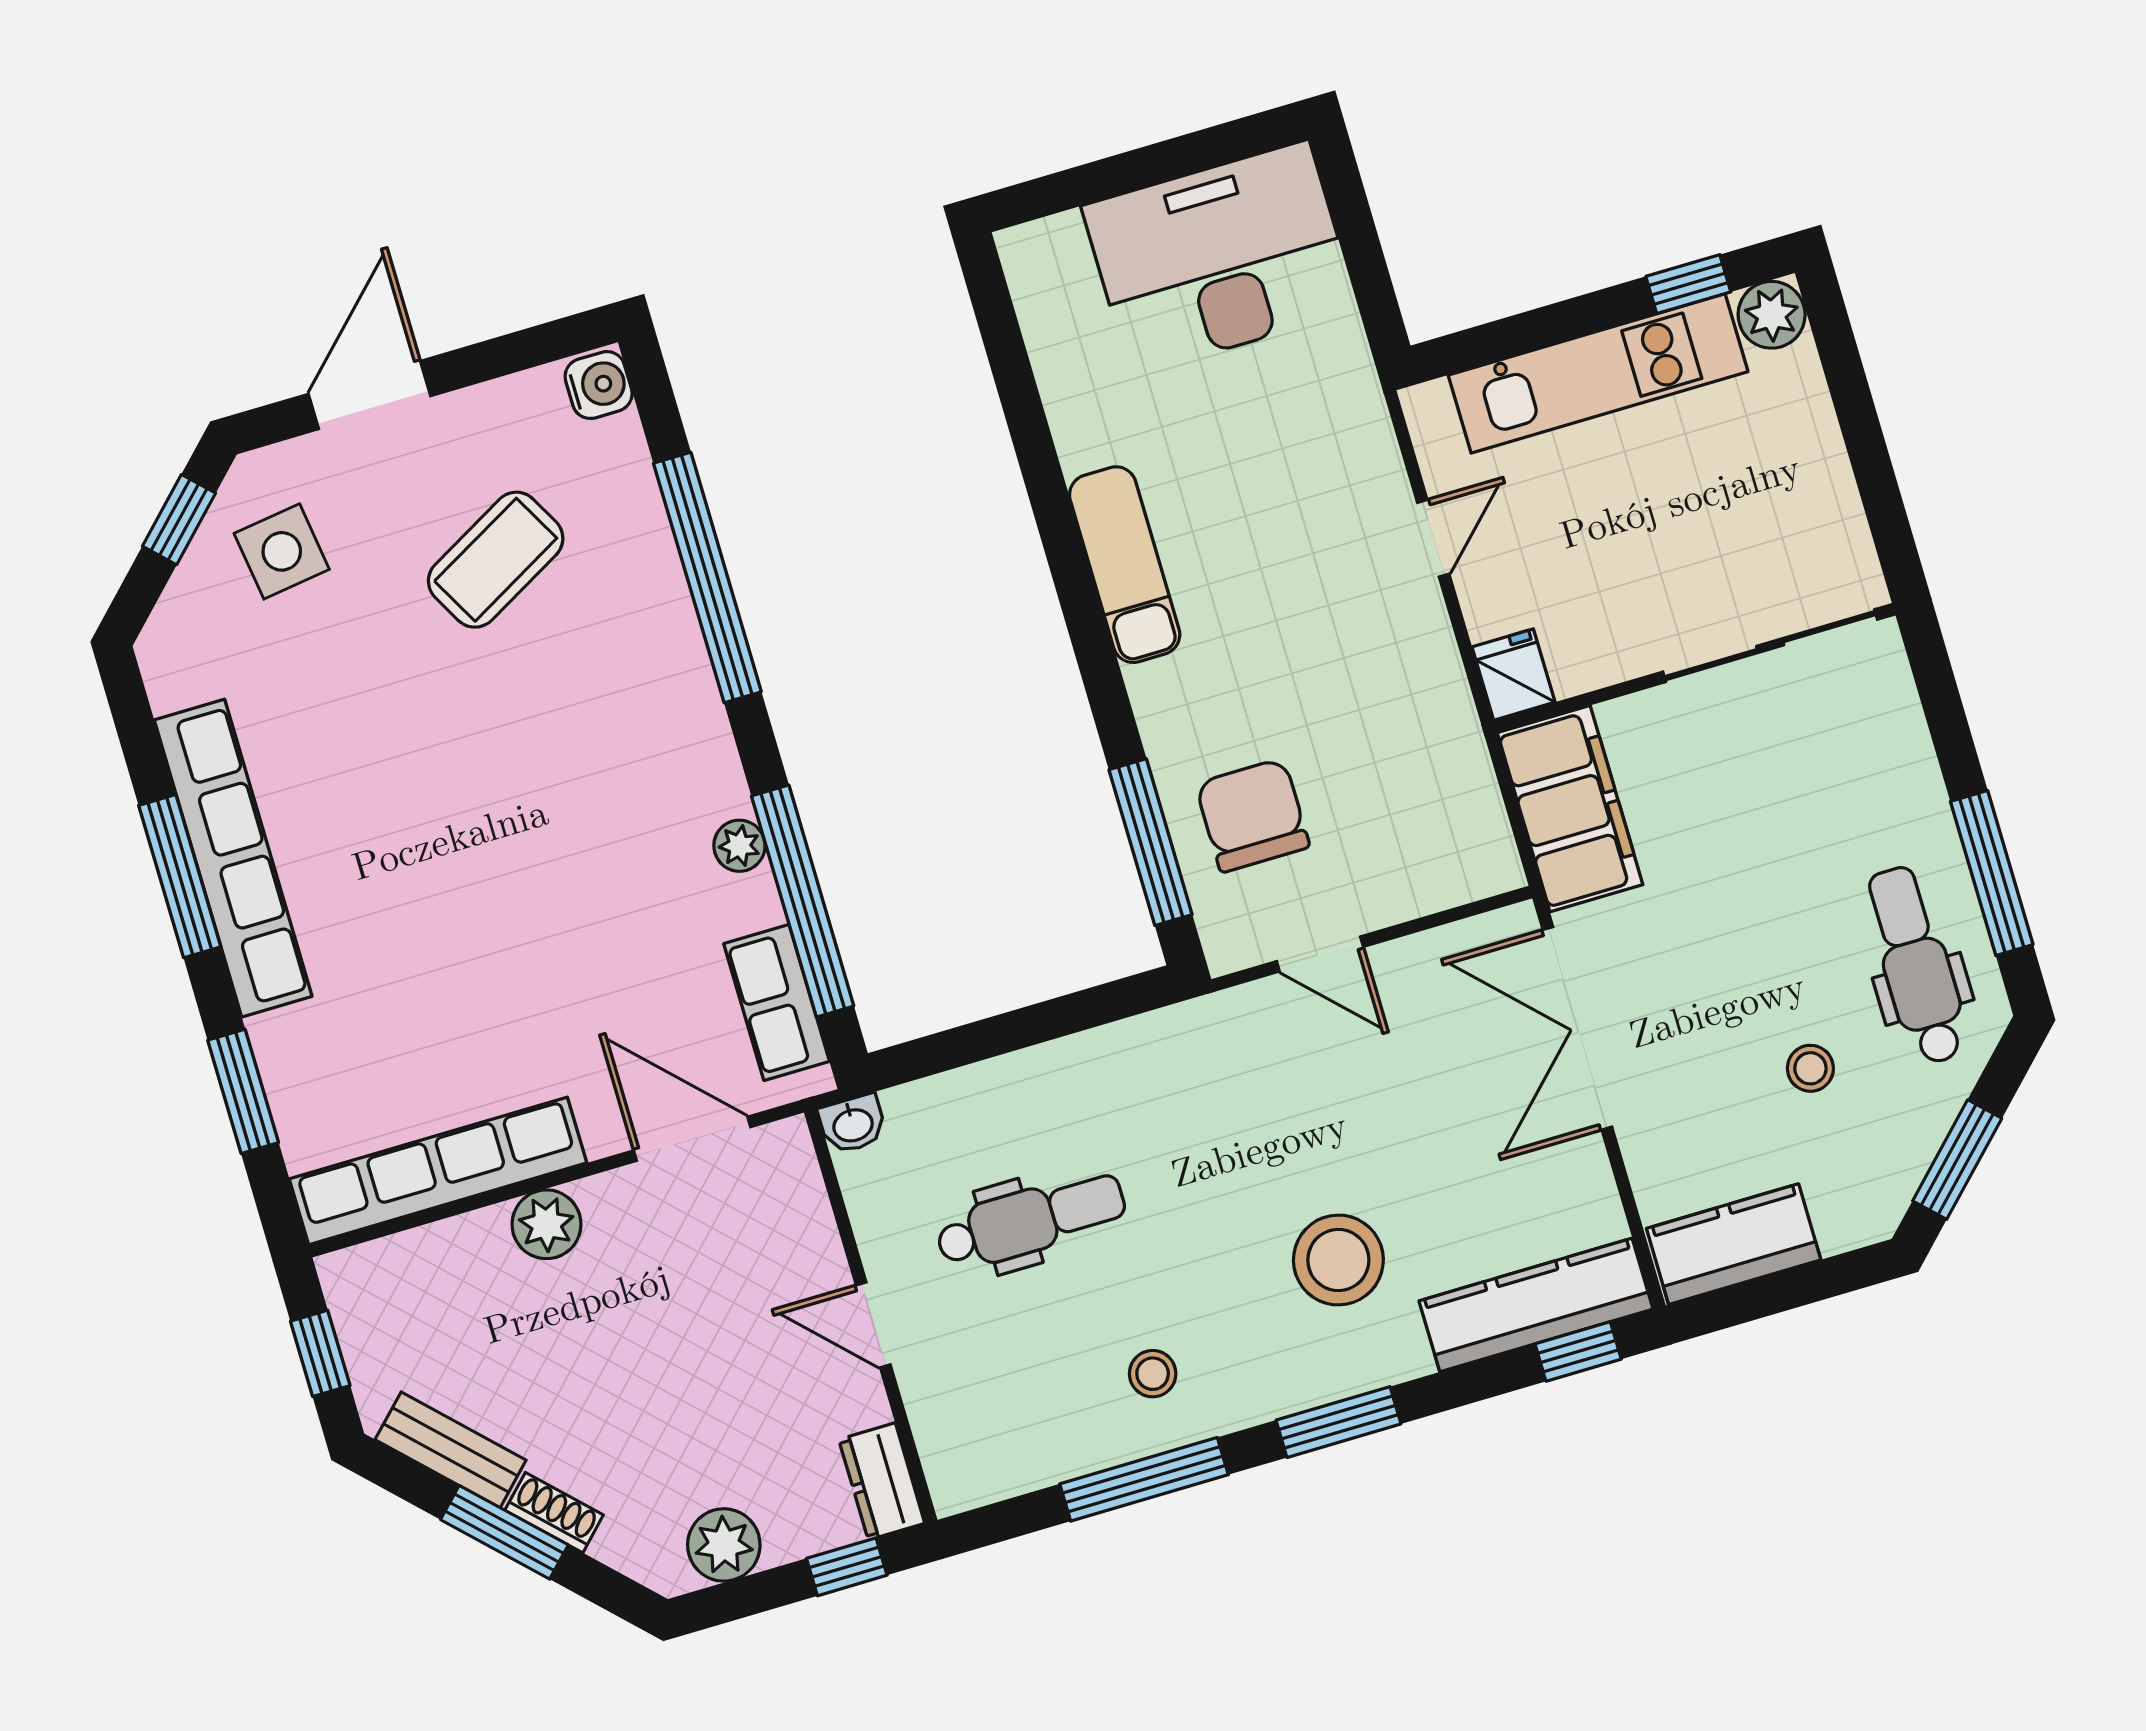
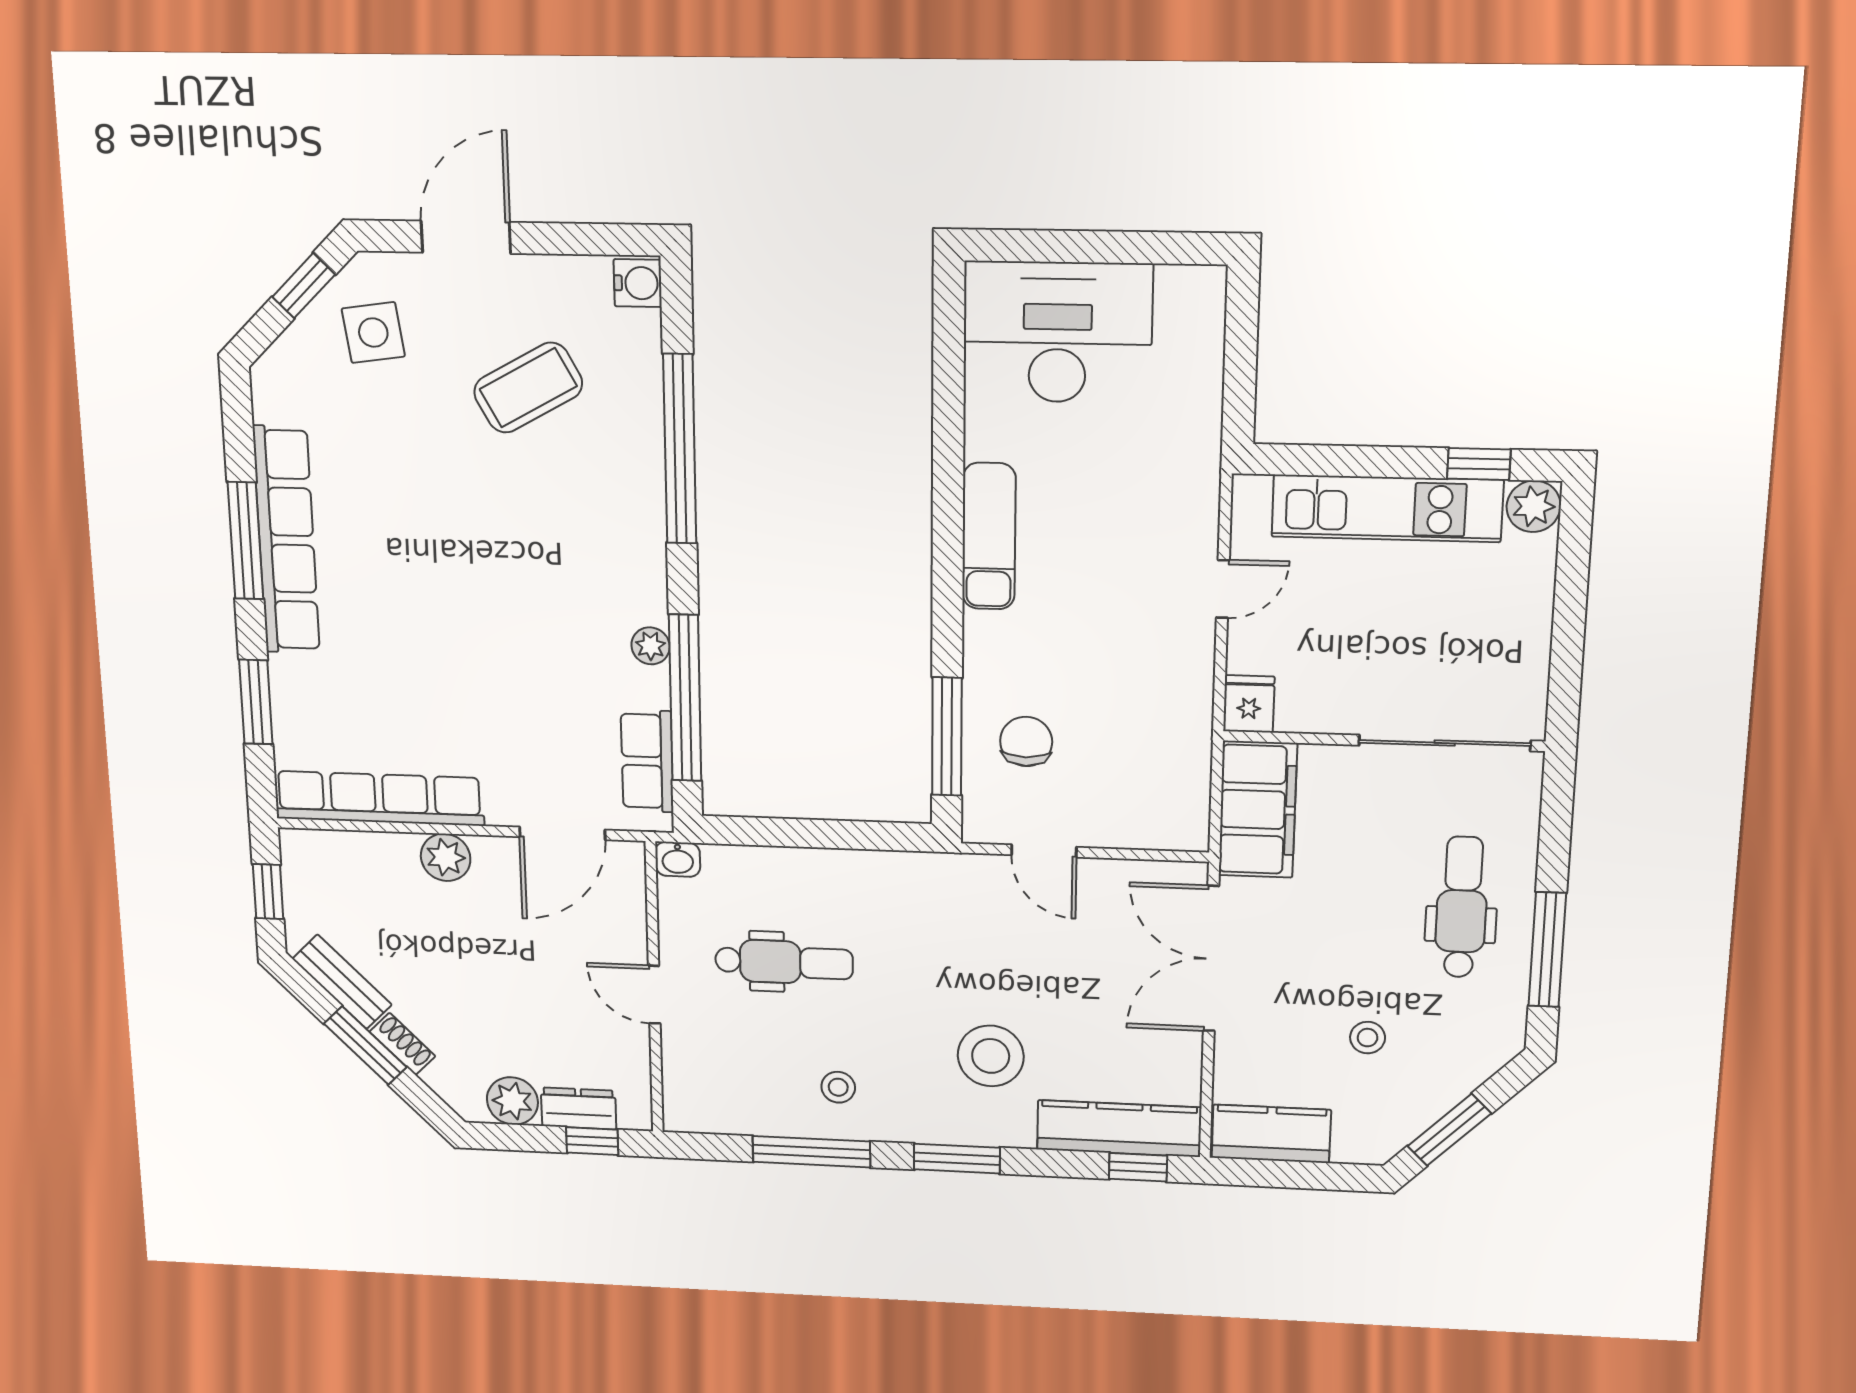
desk: (1220, 258) -> (1058, 332), moved
chair: (1252, 815) -> (1026, 741), width x0.73, depth x0.73
dental chair: (1916, 965) -> (1462, 907), moved
door: (692, 1139) -> (562, 833), swing flipped
dresser: (882, 1481) -> (579, 1108), moved, turned 90

